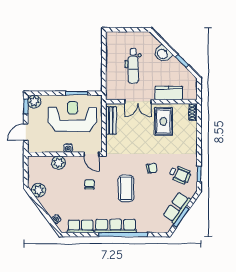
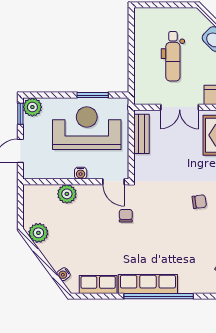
chair: (89, 184) -> (126, 216), moved
coffee table: (126, 188) -> (163, 230), removed

